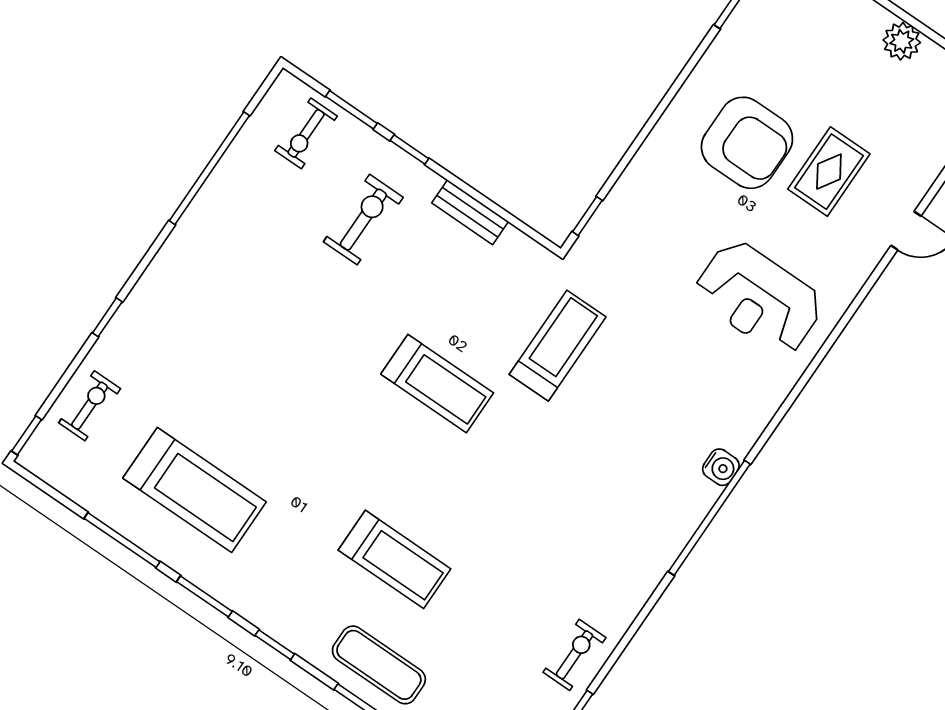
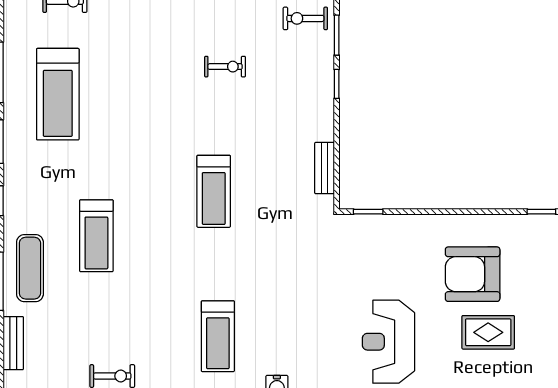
armchair: (747, 143) -> (473, 274), turned 90
bench: (470, 212) -> (324, 168), moved
exercise bike: (363, 220) -> (225, 67), moved, width x0.73, depth x0.72
treadmill: (558, 346) -> (218, 336), moved, turned 90

